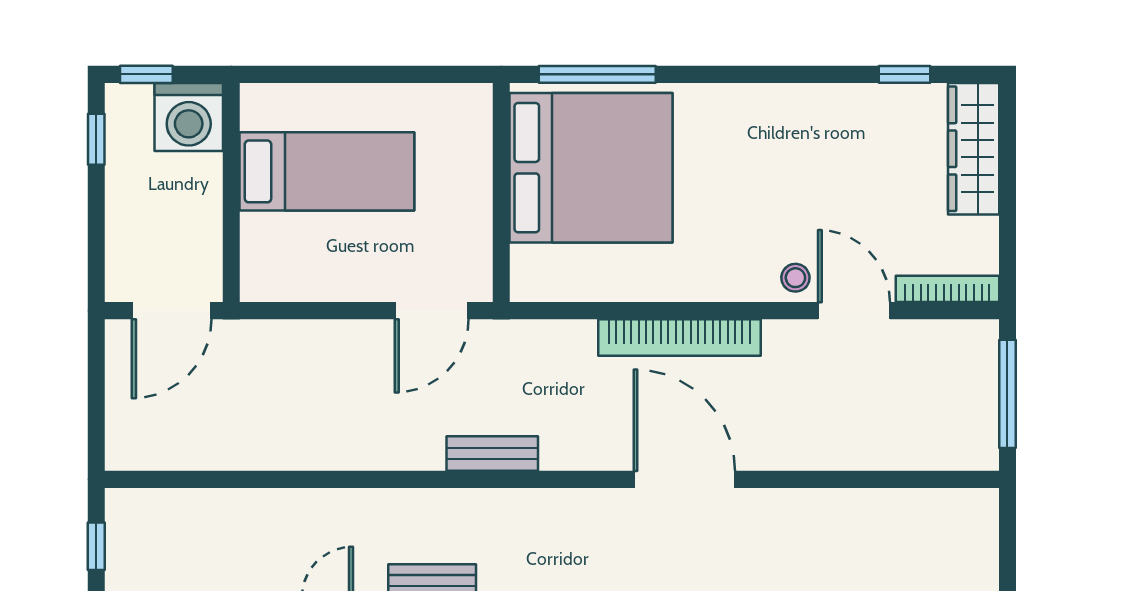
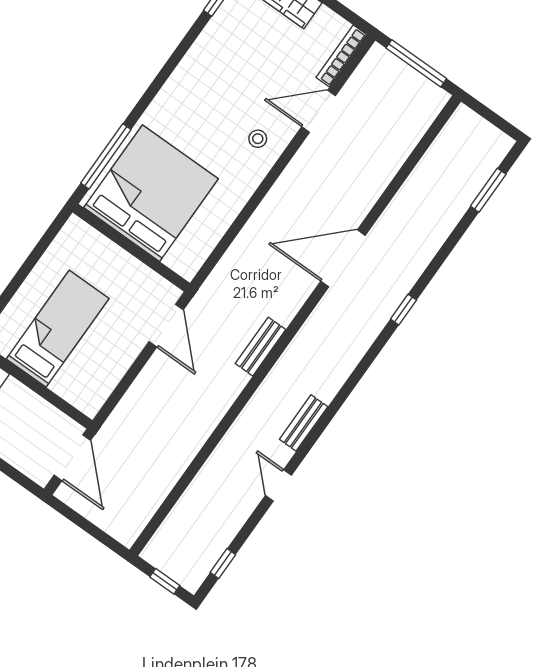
stool: (795, 278) -> (258, 139), moved
bookcase: (679, 337) -> (269, 210), removed

